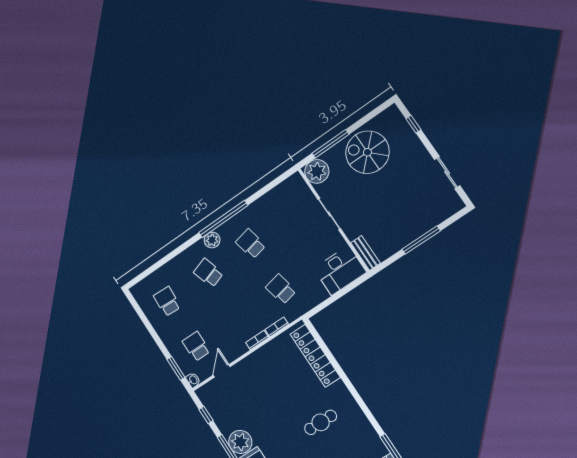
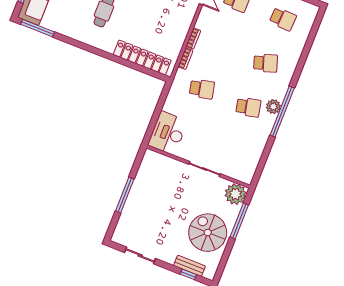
spiral stairs: (367, 152) -> (208, 233), turned -90
plant: (212, 240) -> (273, 107), moved
bench: (365, 253) -> (189, 266), moved

